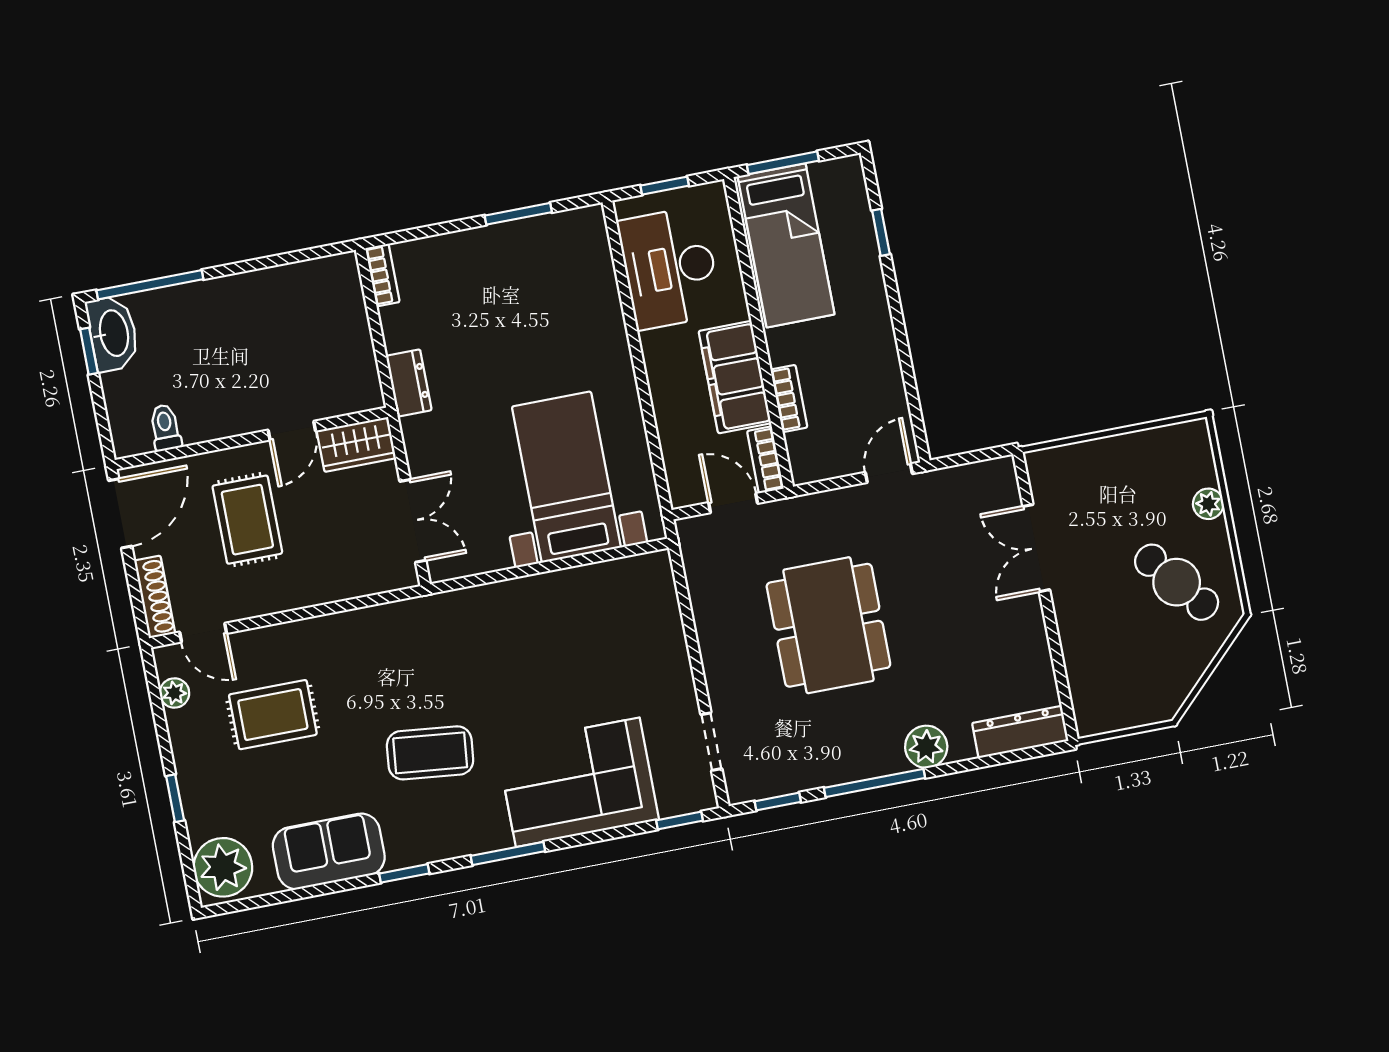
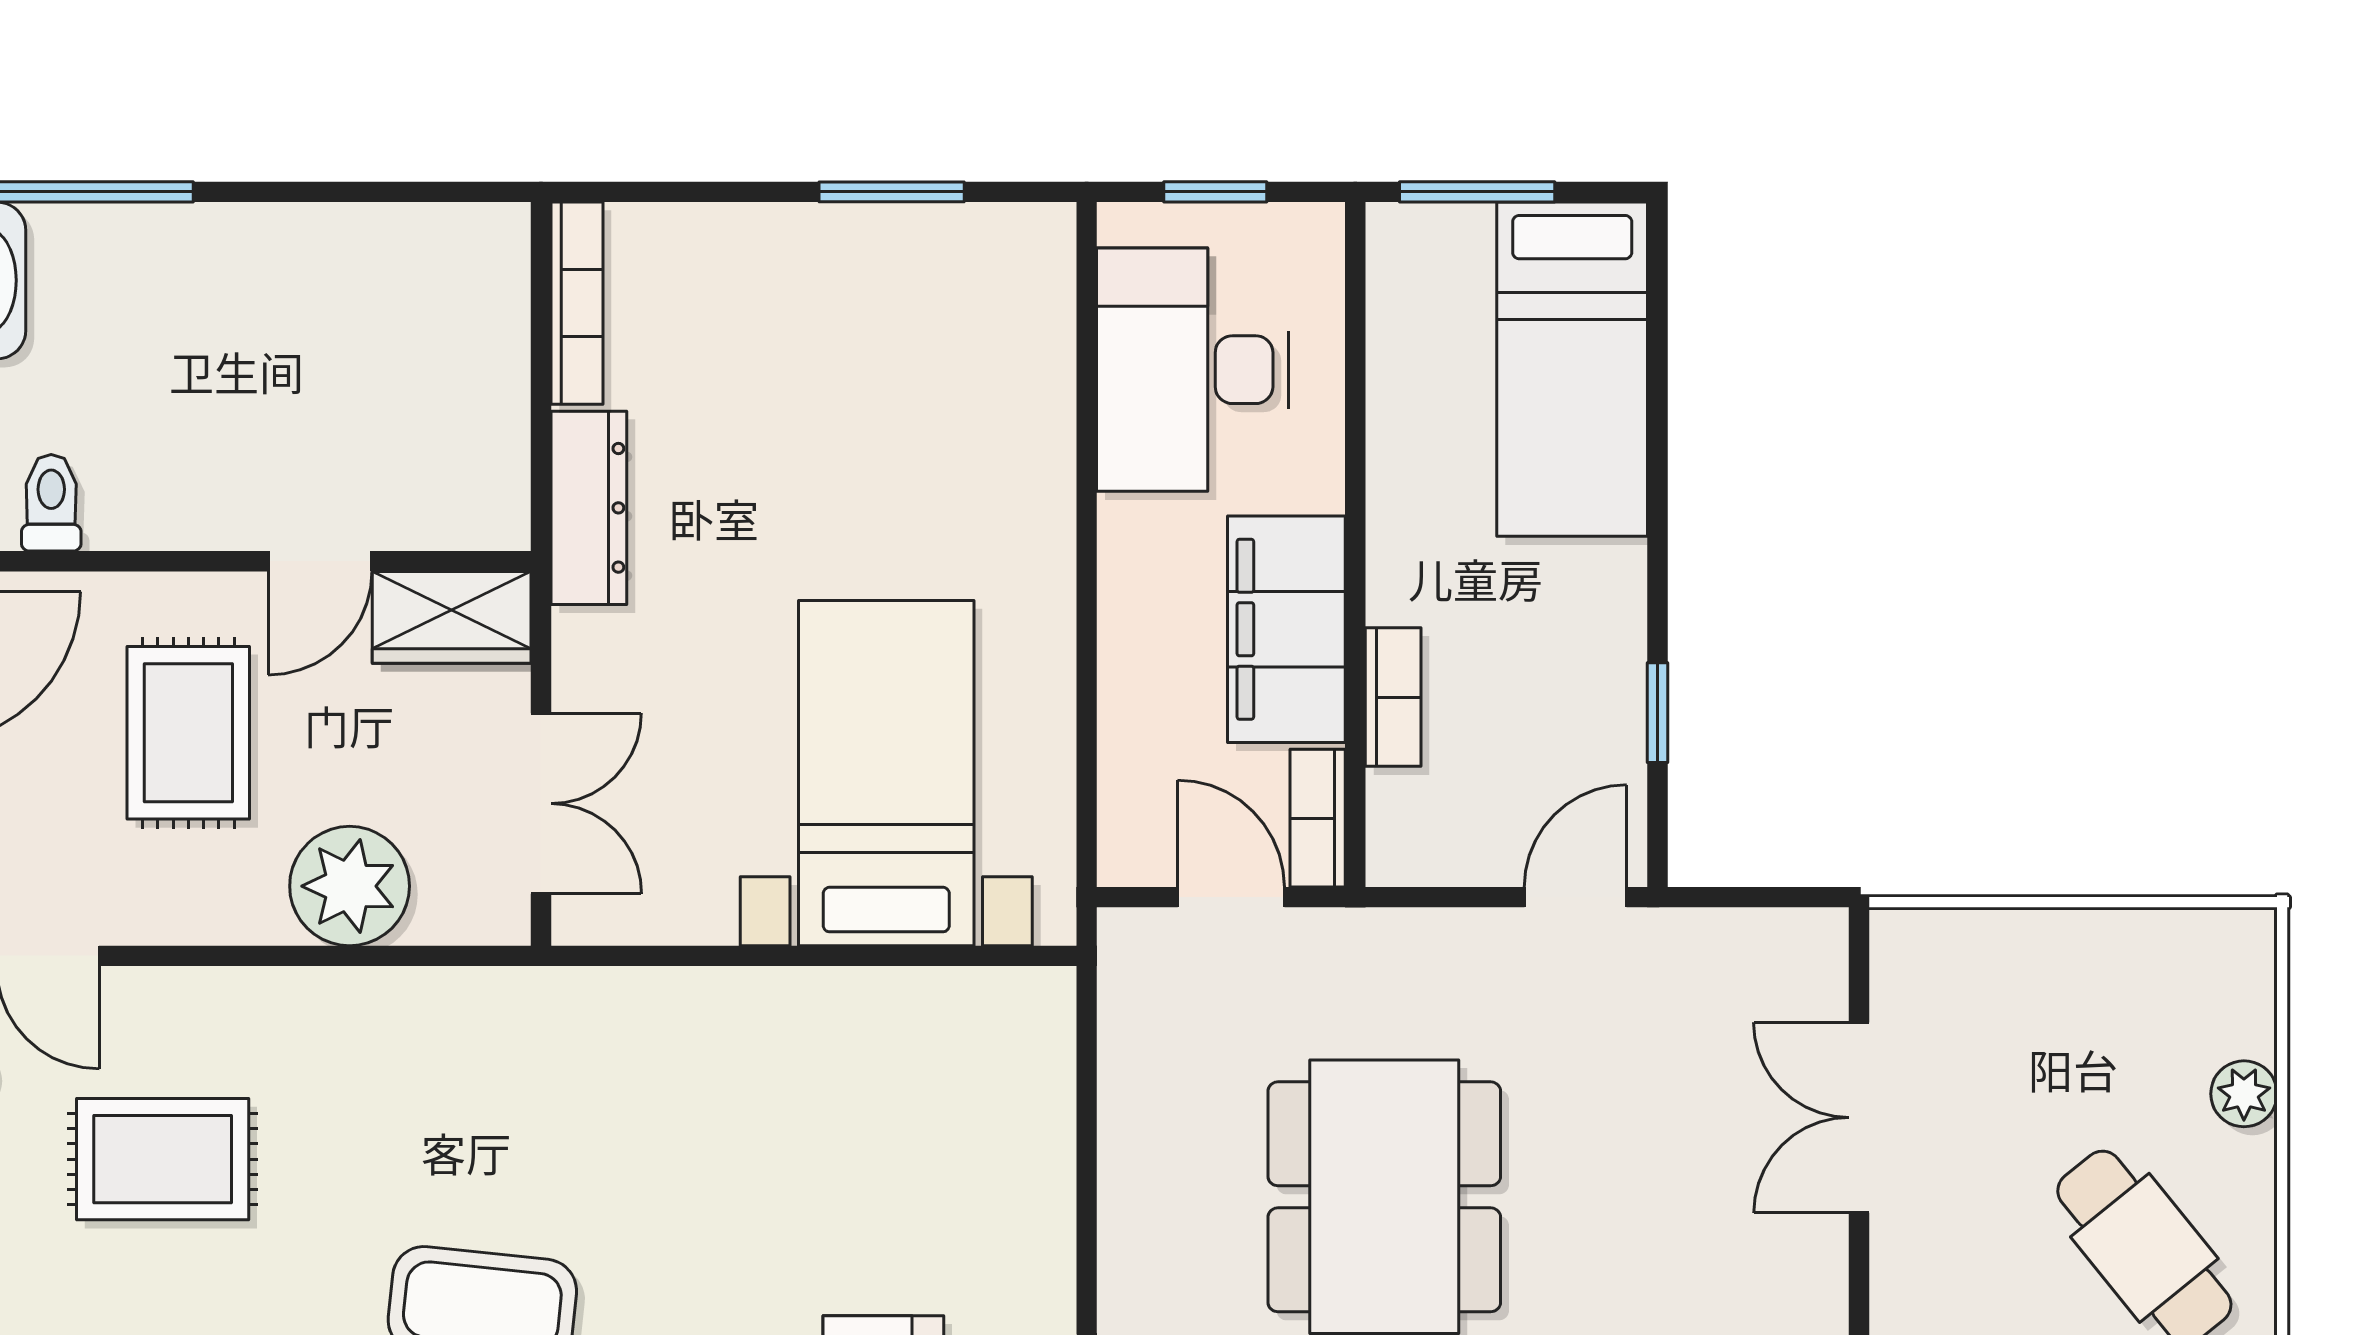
window: (881, 232) -> (1658, 713), moved
bed: (786, 245) -> (1572, 369), moved
bookcase: (382, 275) -> (577, 303), width x1.56
dresser: (409, 383) -> (589, 508), width x1.44
plant: (334, 575) -> (350, 886), added

